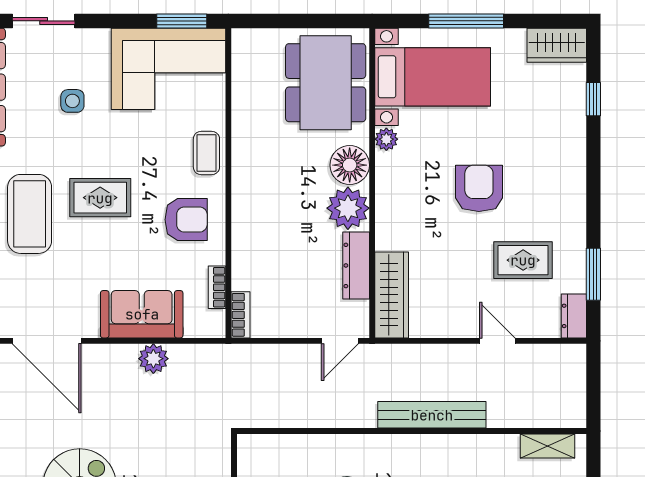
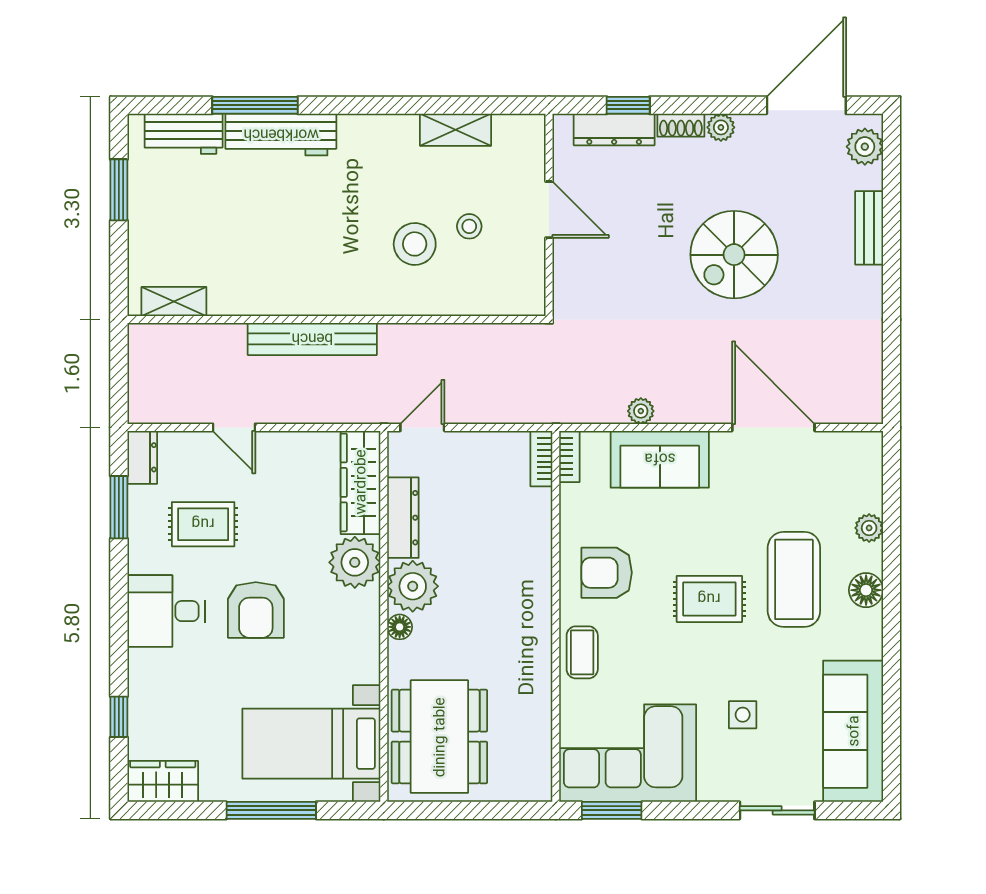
plant: (386, 139) -> (355, 562), moved, width x1.87, depth x1.87
floor lamp: (350, 165) -> (400, 627), width x0.53, depth x0.53
desk: (554, 188) -> (166, 611), added
bookcase: (217, 287) -> (569, 456), moved
plant: (153, 359) -> (641, 411), width x0.73, depth x0.73

